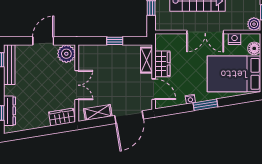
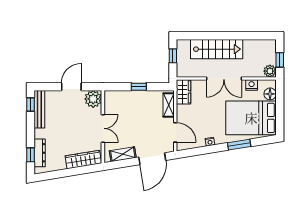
wardrobe: (162, 64) -> (184, 92), moved
window: (205, 105) -> (239, 145), moved
wardrobe: (62, 117) -> (83, 160), width x1.50

